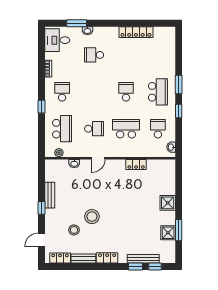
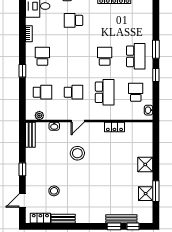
school desk: (62, 129) -> (42, 92), width x0.54
school desk: (126, 129) -> (105, 92), turned 90
bench: (50, 195) -> (30, 135), moved
stool: (92, 217) -> (77, 153), moved
locker: (107, 258) -> (86, 218), removed

